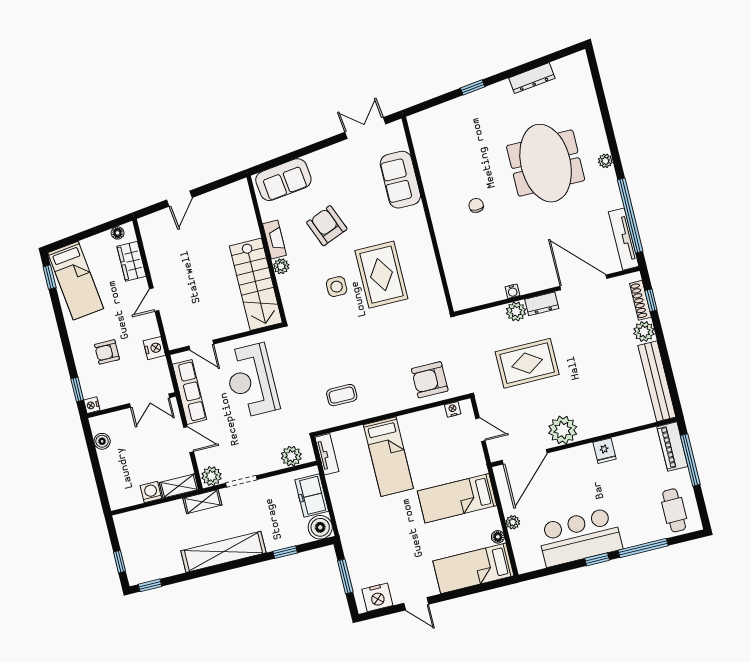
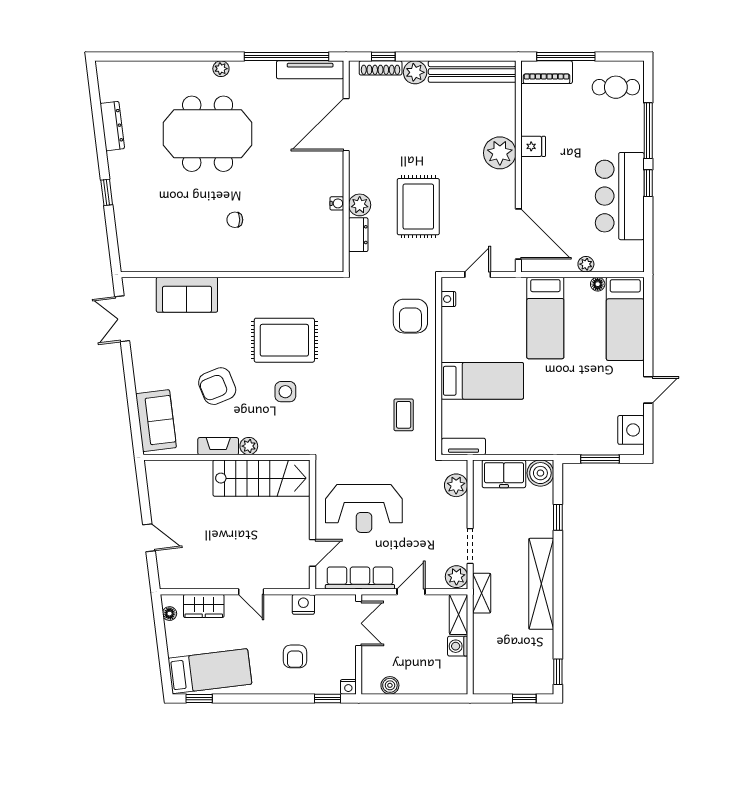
dresser: (542, 304) -> (358, 235), moved
plant: (563, 430) -> (500, 153), moved

